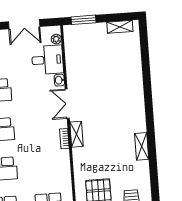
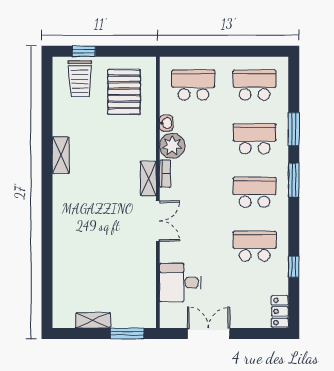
shelving: (120, 27) -> (93, 320), moved
plant: (56, 39) -> (172, 146), moved, width x1.88, depth x1.88
washbasin: (59, 80) -> (166, 123), moved

